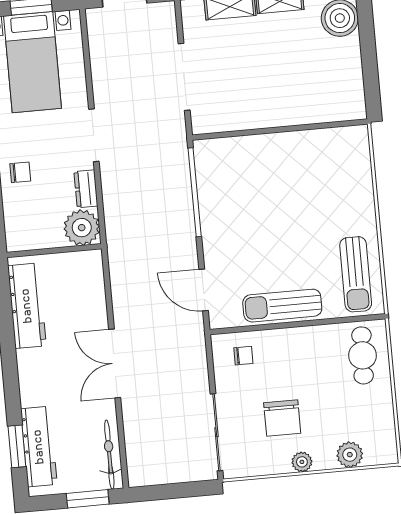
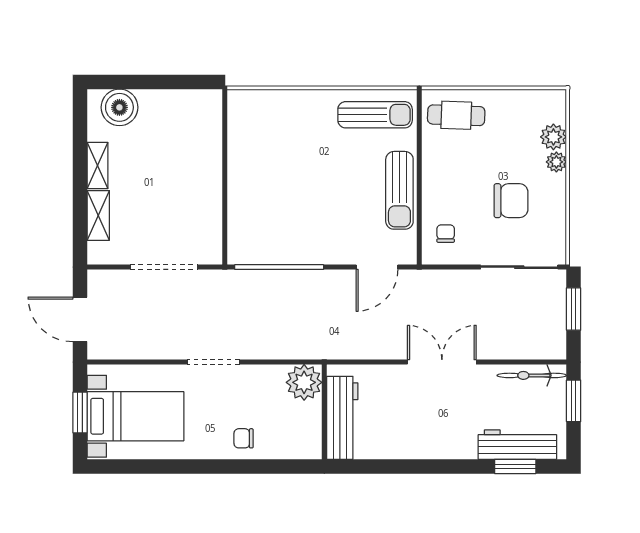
chair: (20, 172) -> (244, 438), turned -90
dresser: (86, 189) -> (266, 375), removed
workbench: (27, 306) -> (342, 418), moved, turned 90
double door: (115, 363) -> (442, 362), swing flipped
plant: (302, 462) -> (556, 162), moved
window: (179, 490) -> (574, 309), added

